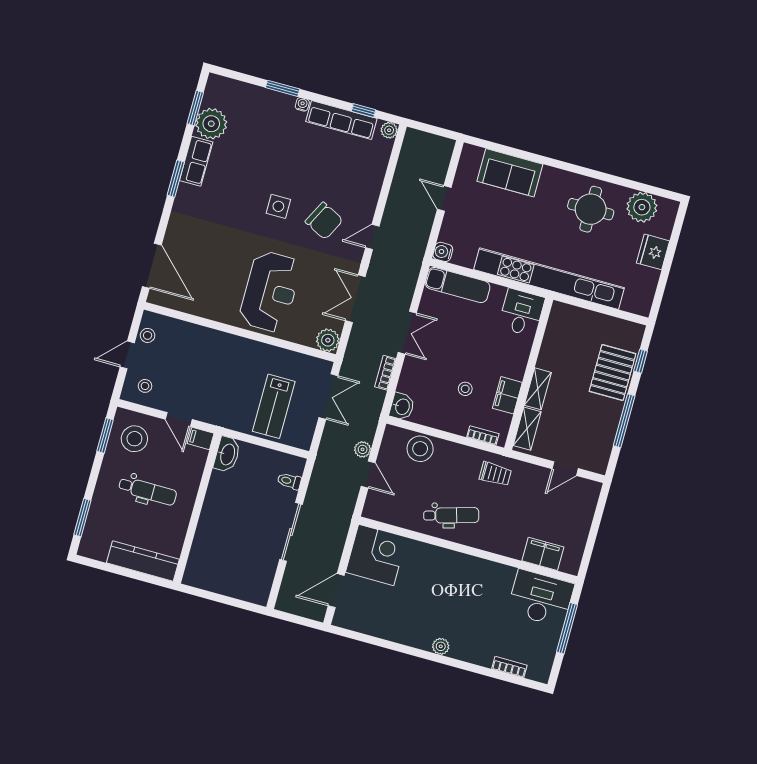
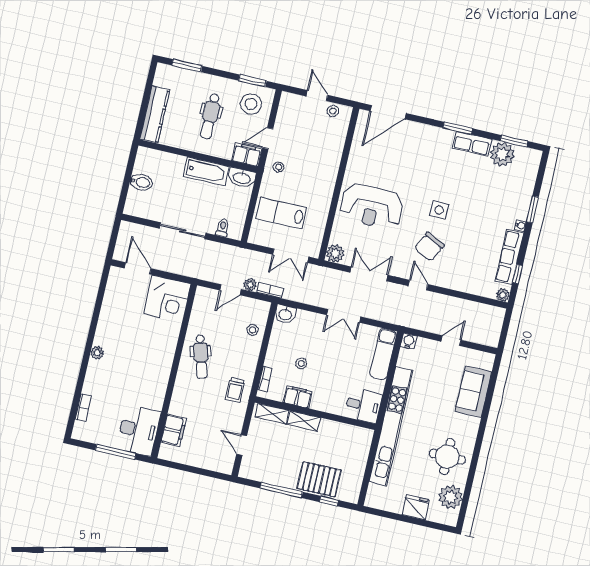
bookcase: (385, 373) -> (270, 290), moved
stool: (145, 386) -> (279, 167), moved
filing cabinet: (201, 438) -> (247, 155), width x2.00
stool: (420, 449) -> (253, 330), width x0.53, depth x0.53
bathtub: (217, 499) -> (206, 171), added
bidet: (227, 582) -> (141, 182), added

